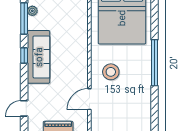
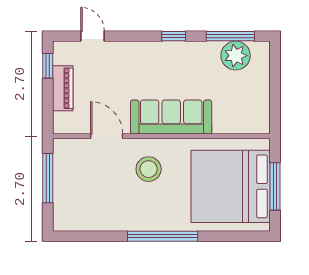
plant: (32, 11) -> (236, 56), width x1.88, depth x1.88
sofa: (39, 57) -> (171, 117), moved, turned 180

